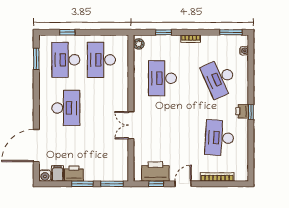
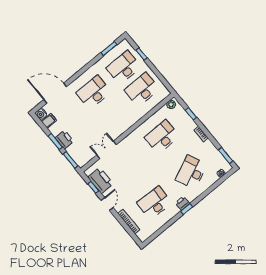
desk: (66, 108) -> (94, 92), turned 180
double door: (131, 125) -> (106, 150), moved
printer: (74, 174) -> (64, 140), moved
door: (183, 184) -> (107, 204), hinge flipped

